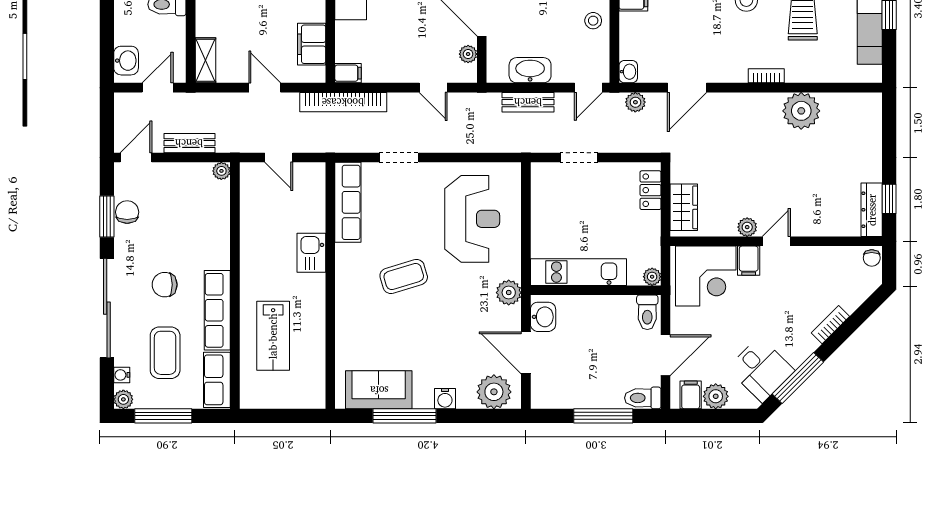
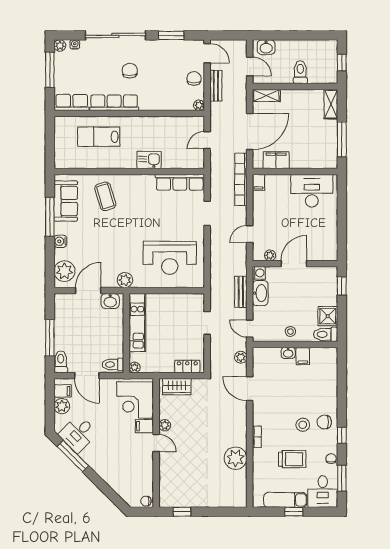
washbasin: (628, 72) -> (288, 353), moved
washing machine: (497, 73) -> (259, 273), added
door: (265, 88) -> (250, 132), width x1.88
dresser: (872, 210) -> (175, 501), removed
chair: (127, 212) -> (194, 78), moved, turned -90
coffee table: (404, 276) -> (105, 196), moved
bookcase: (830, 325) -> (105, 476), removed
coffee table: (165, 353) -> (88, 71), removed

